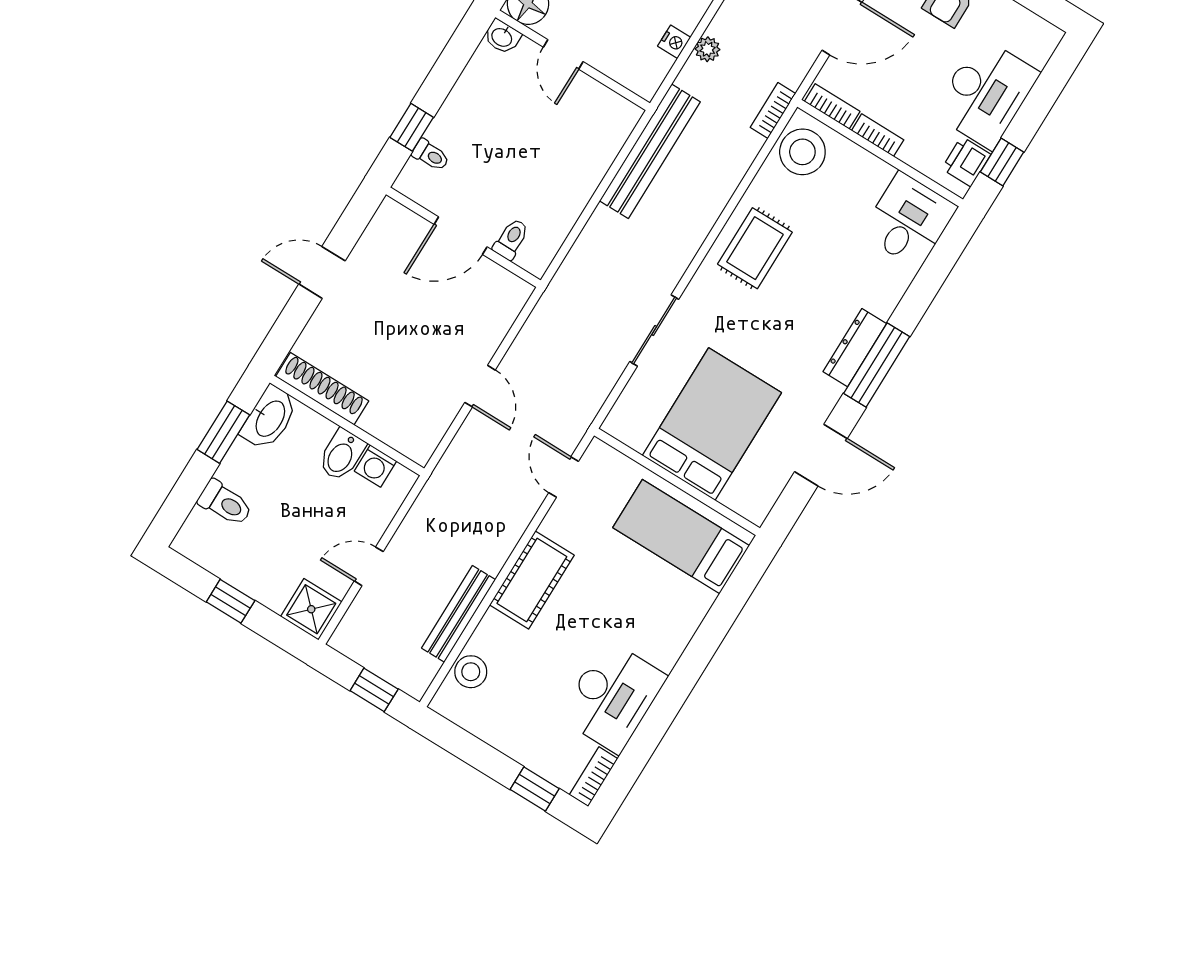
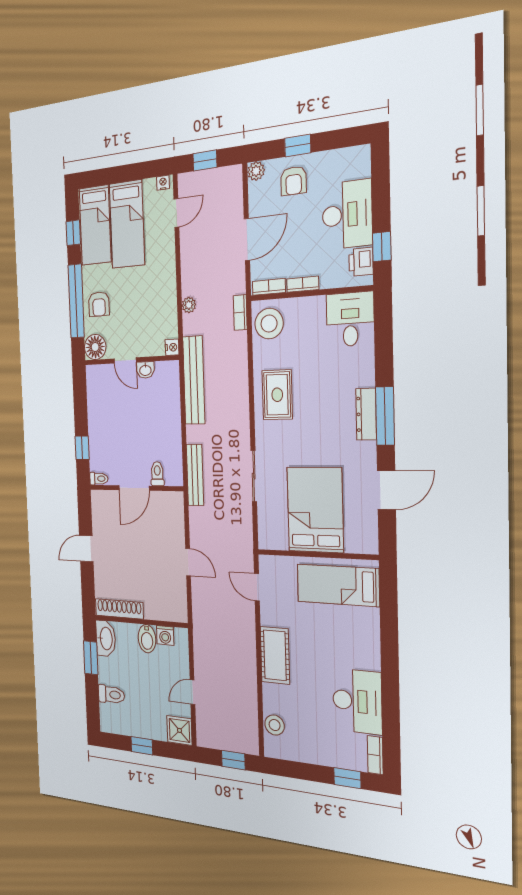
washbasin: (502, 37) -> (145, 370), moved
nightstand: (674, 42) -> (172, 347), moved
toilet: (431, 155) -> (99, 479), moved
bench: (458, 614) -> (195, 475), moved

